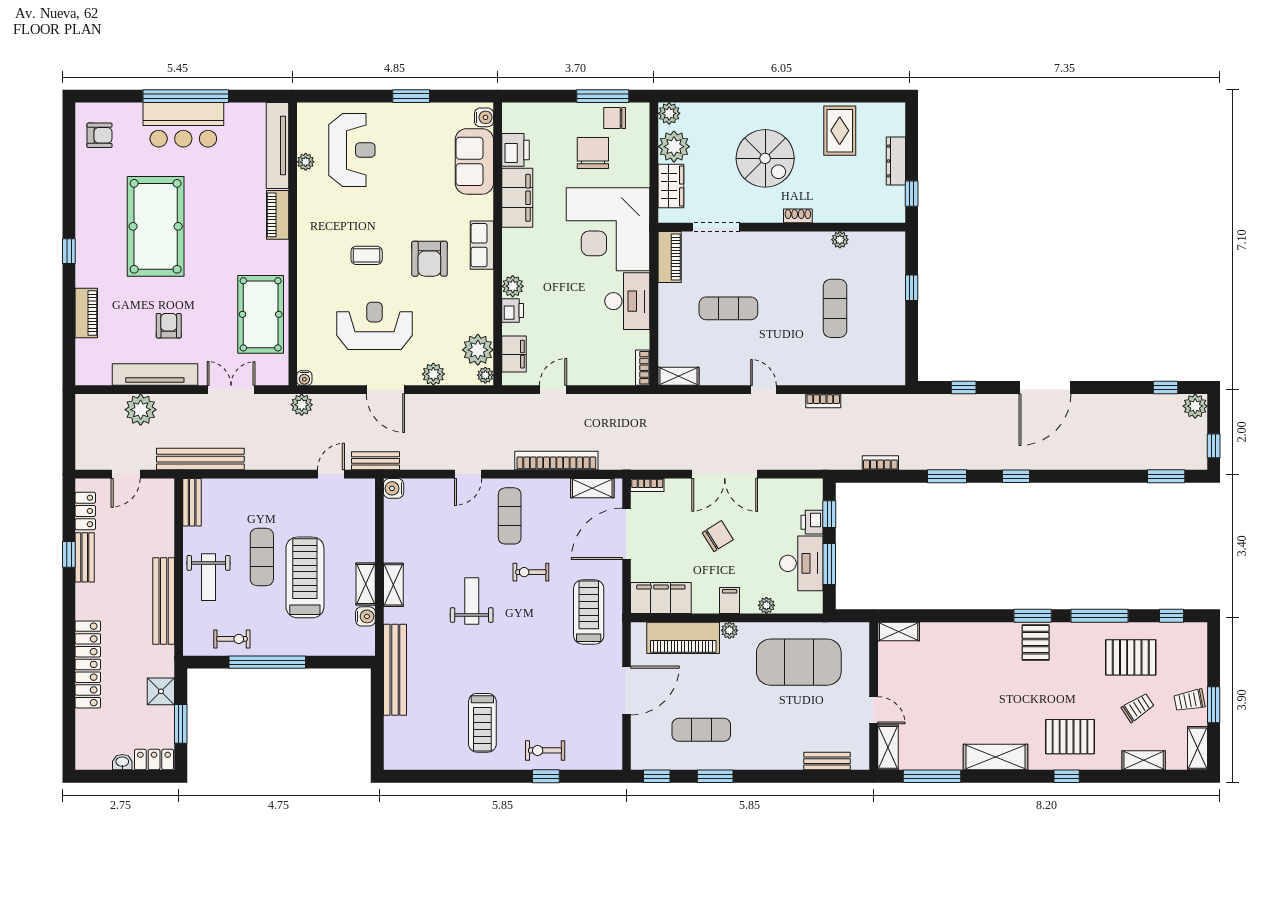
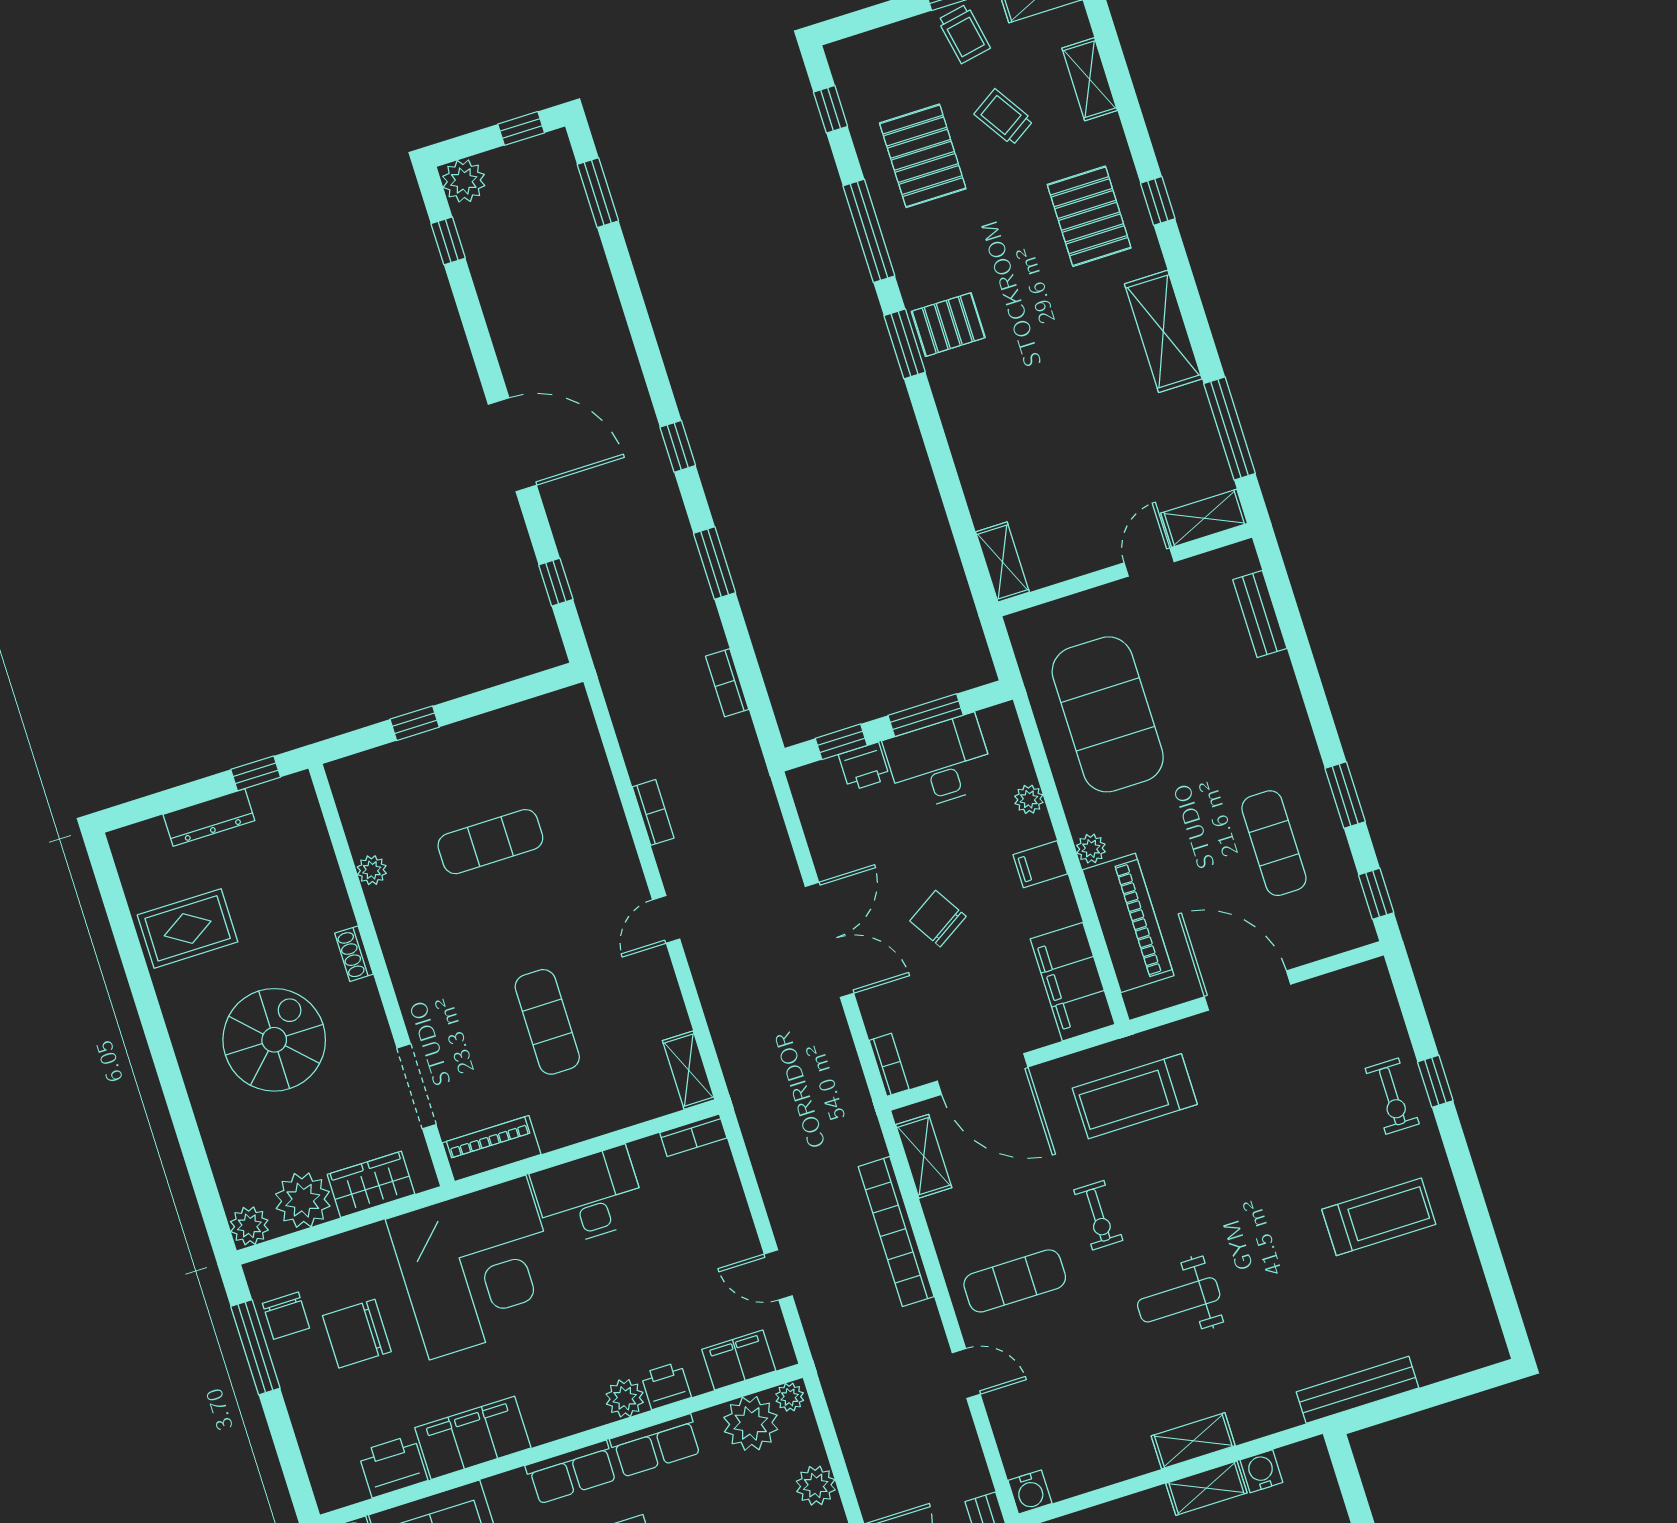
row of seats: (482, 295) -> (656, 1446), added
bench: (395, 670) -> (1358, 1390), width x0.73, depth x0.82

